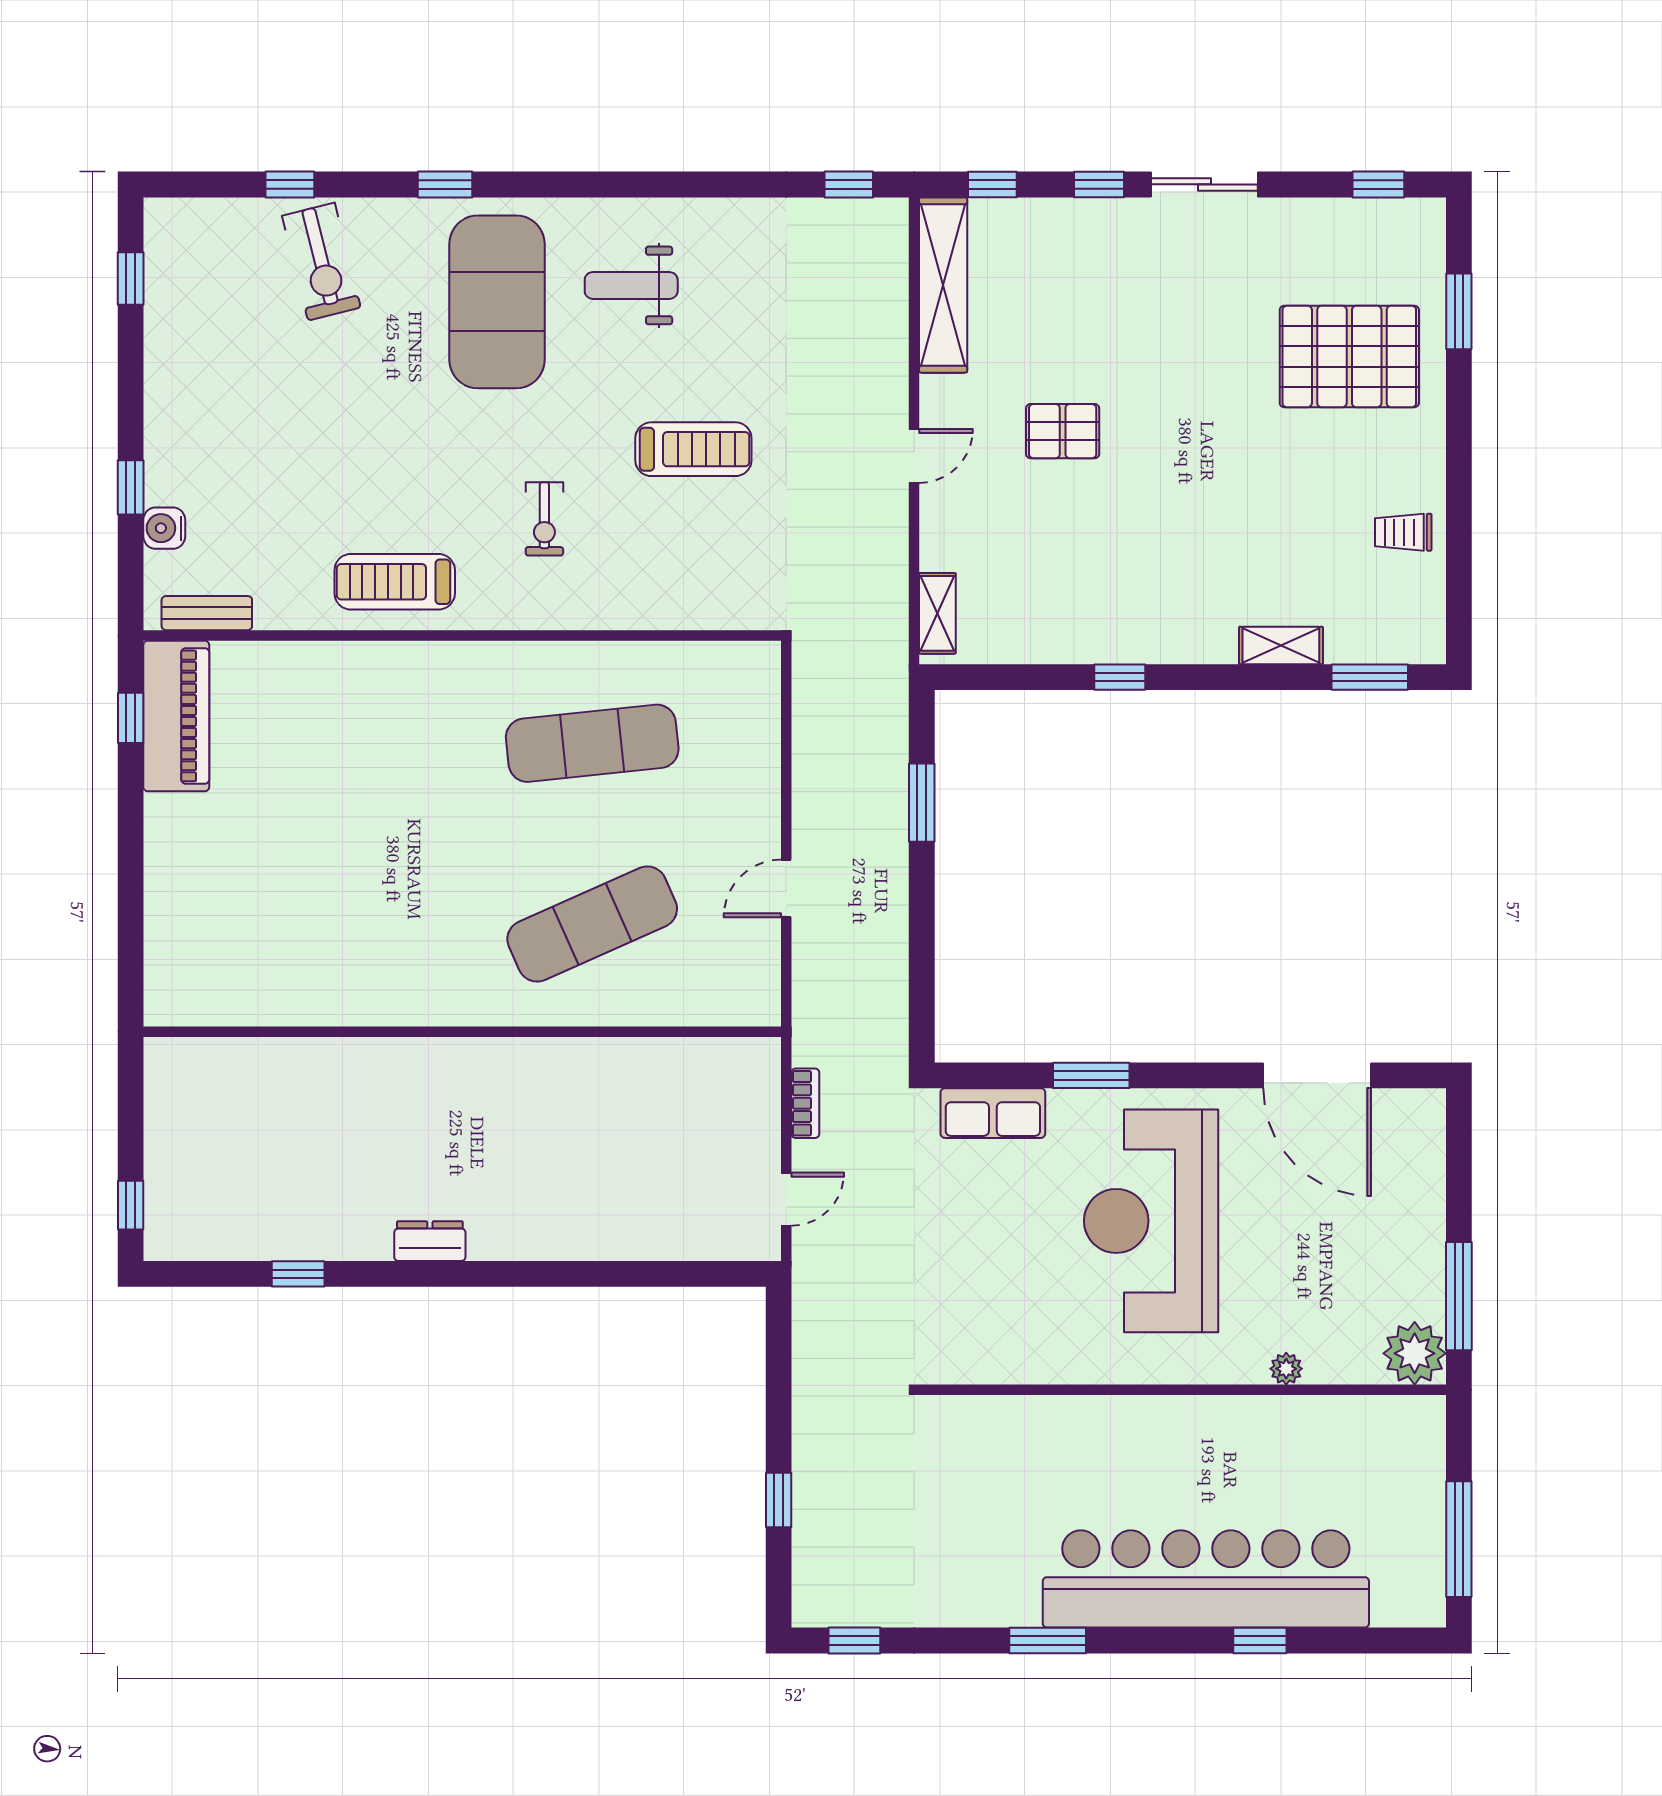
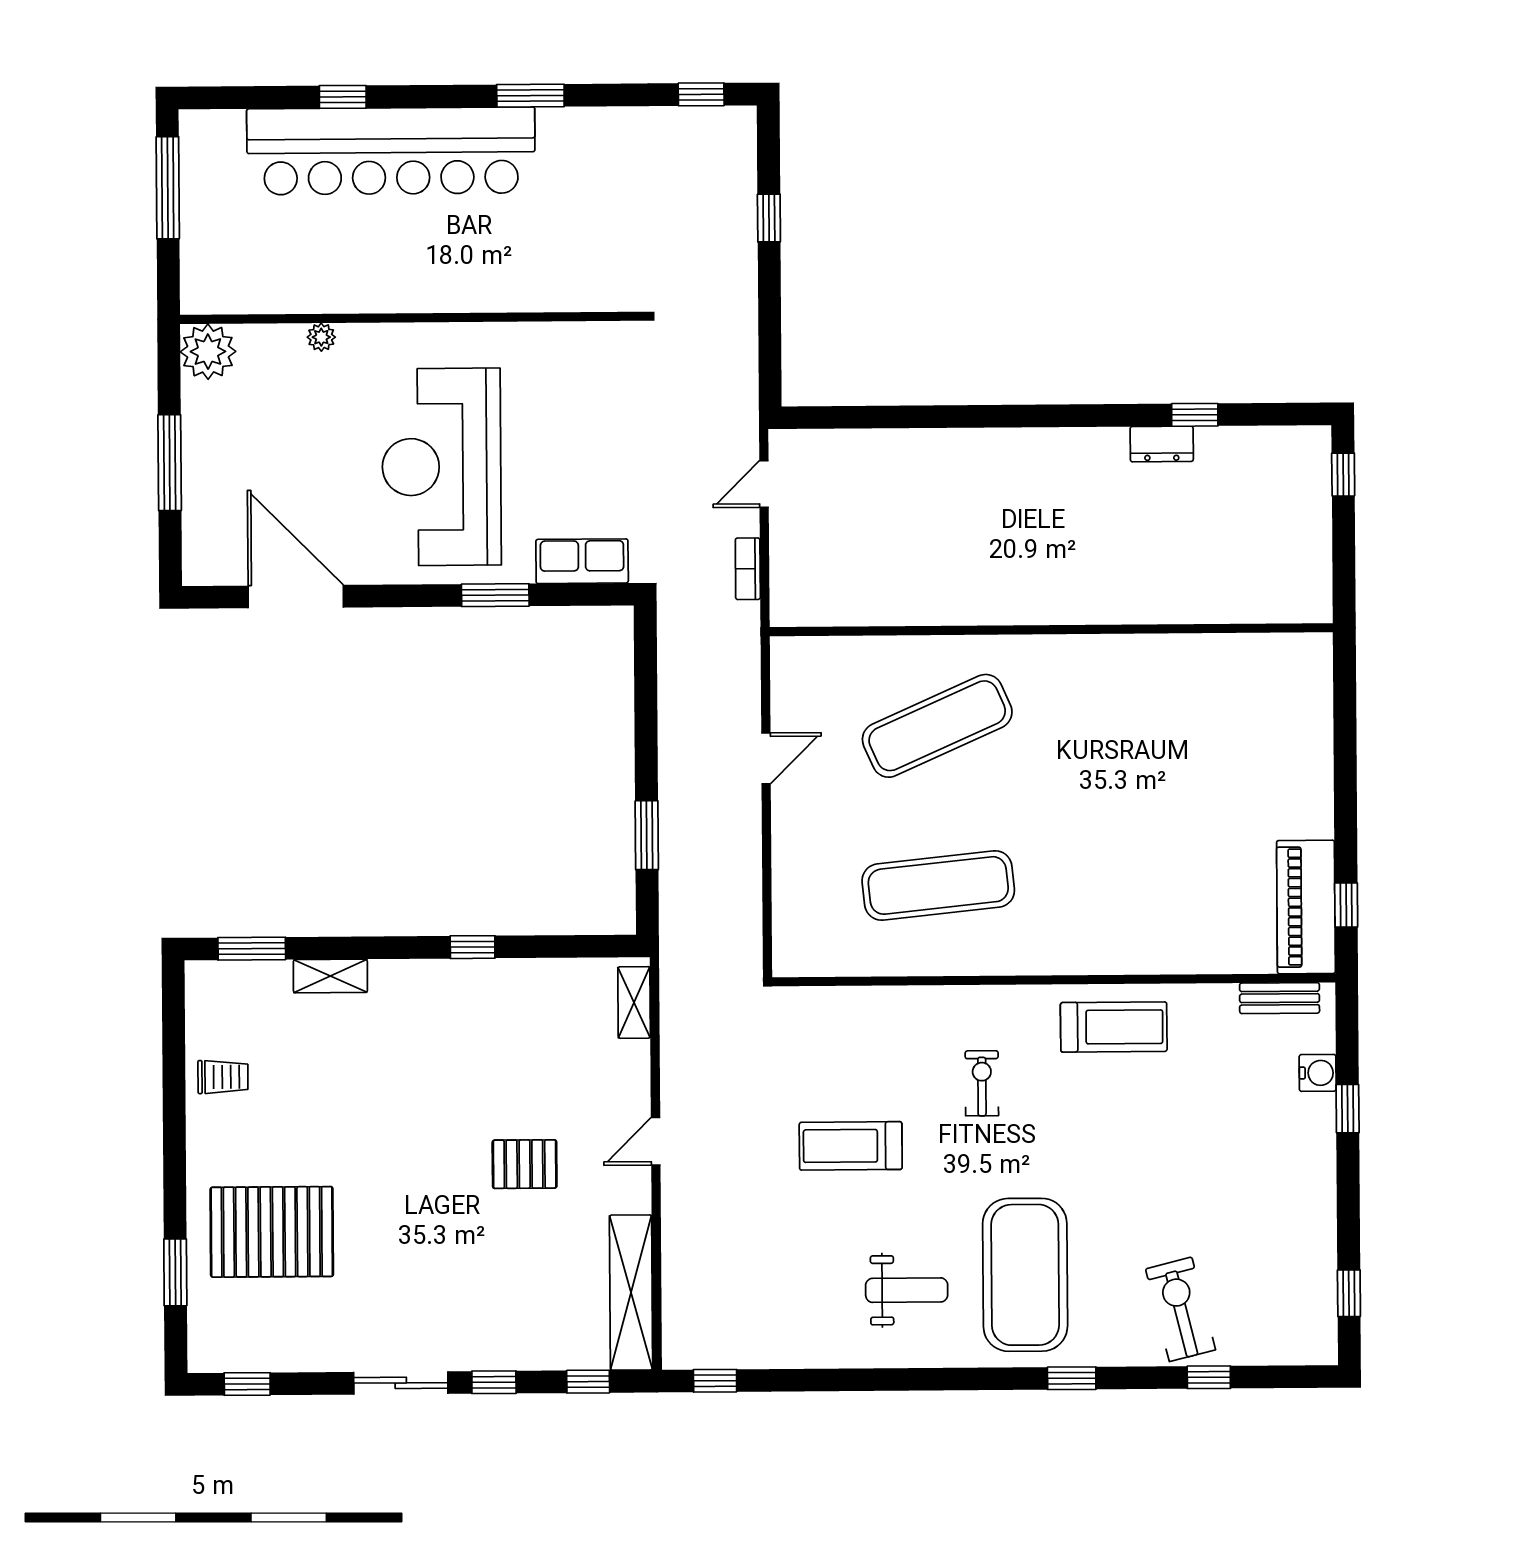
reception desk: (1151, 1221) -> (442, 467), turned 180
dresser: (430, 1241) -> (1162, 444), moved
window: (1459, 1296) -> (170, 463), moved

